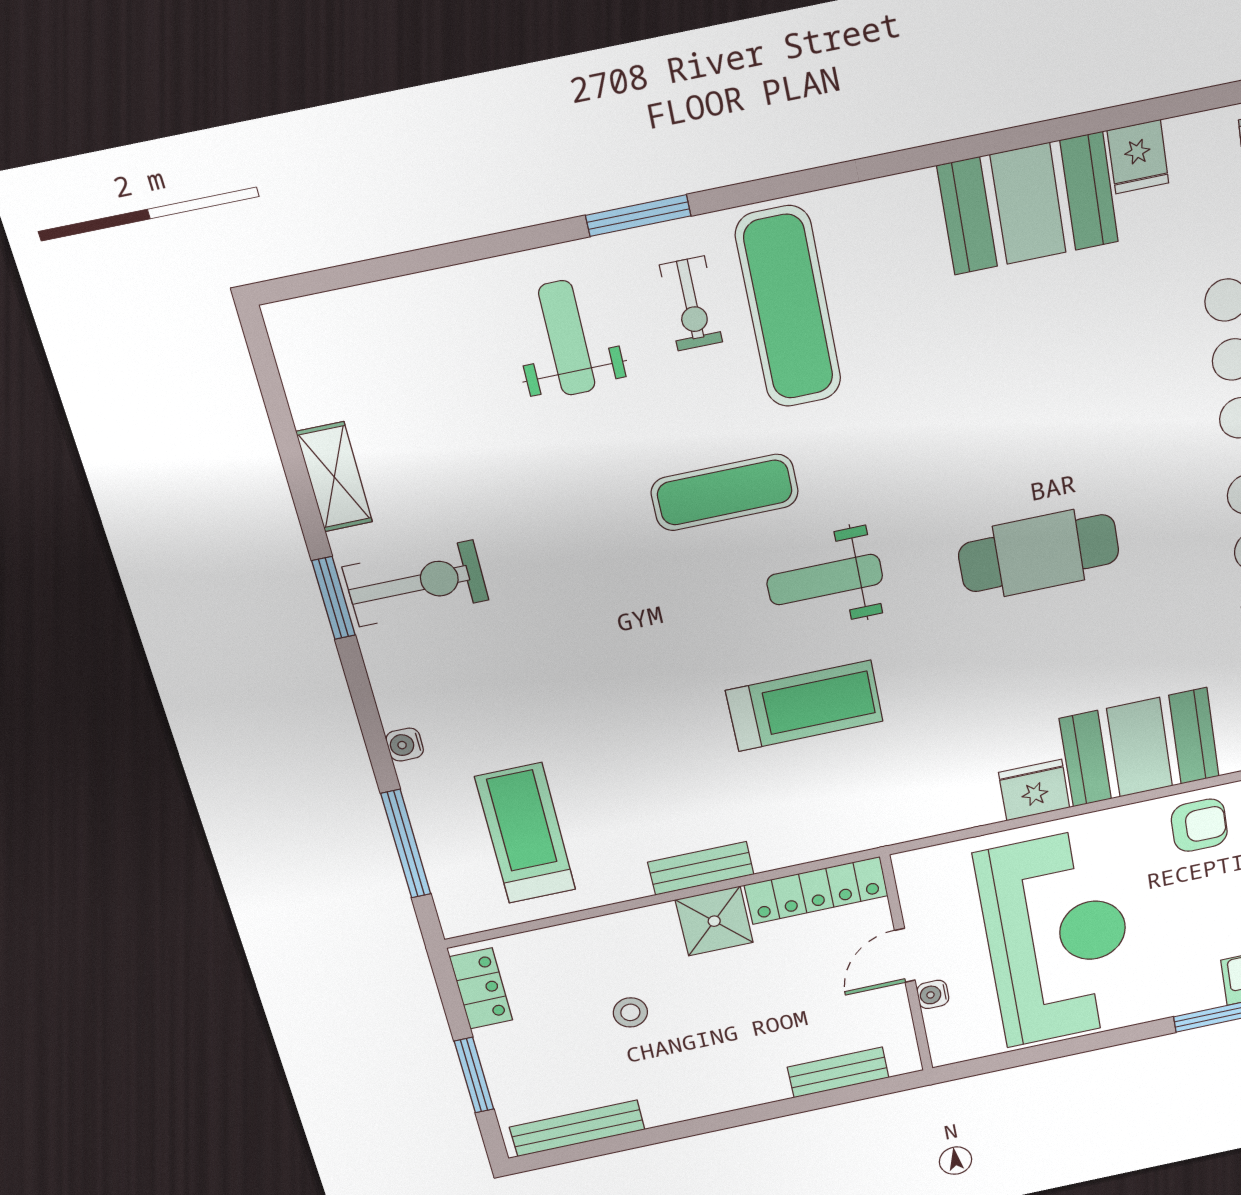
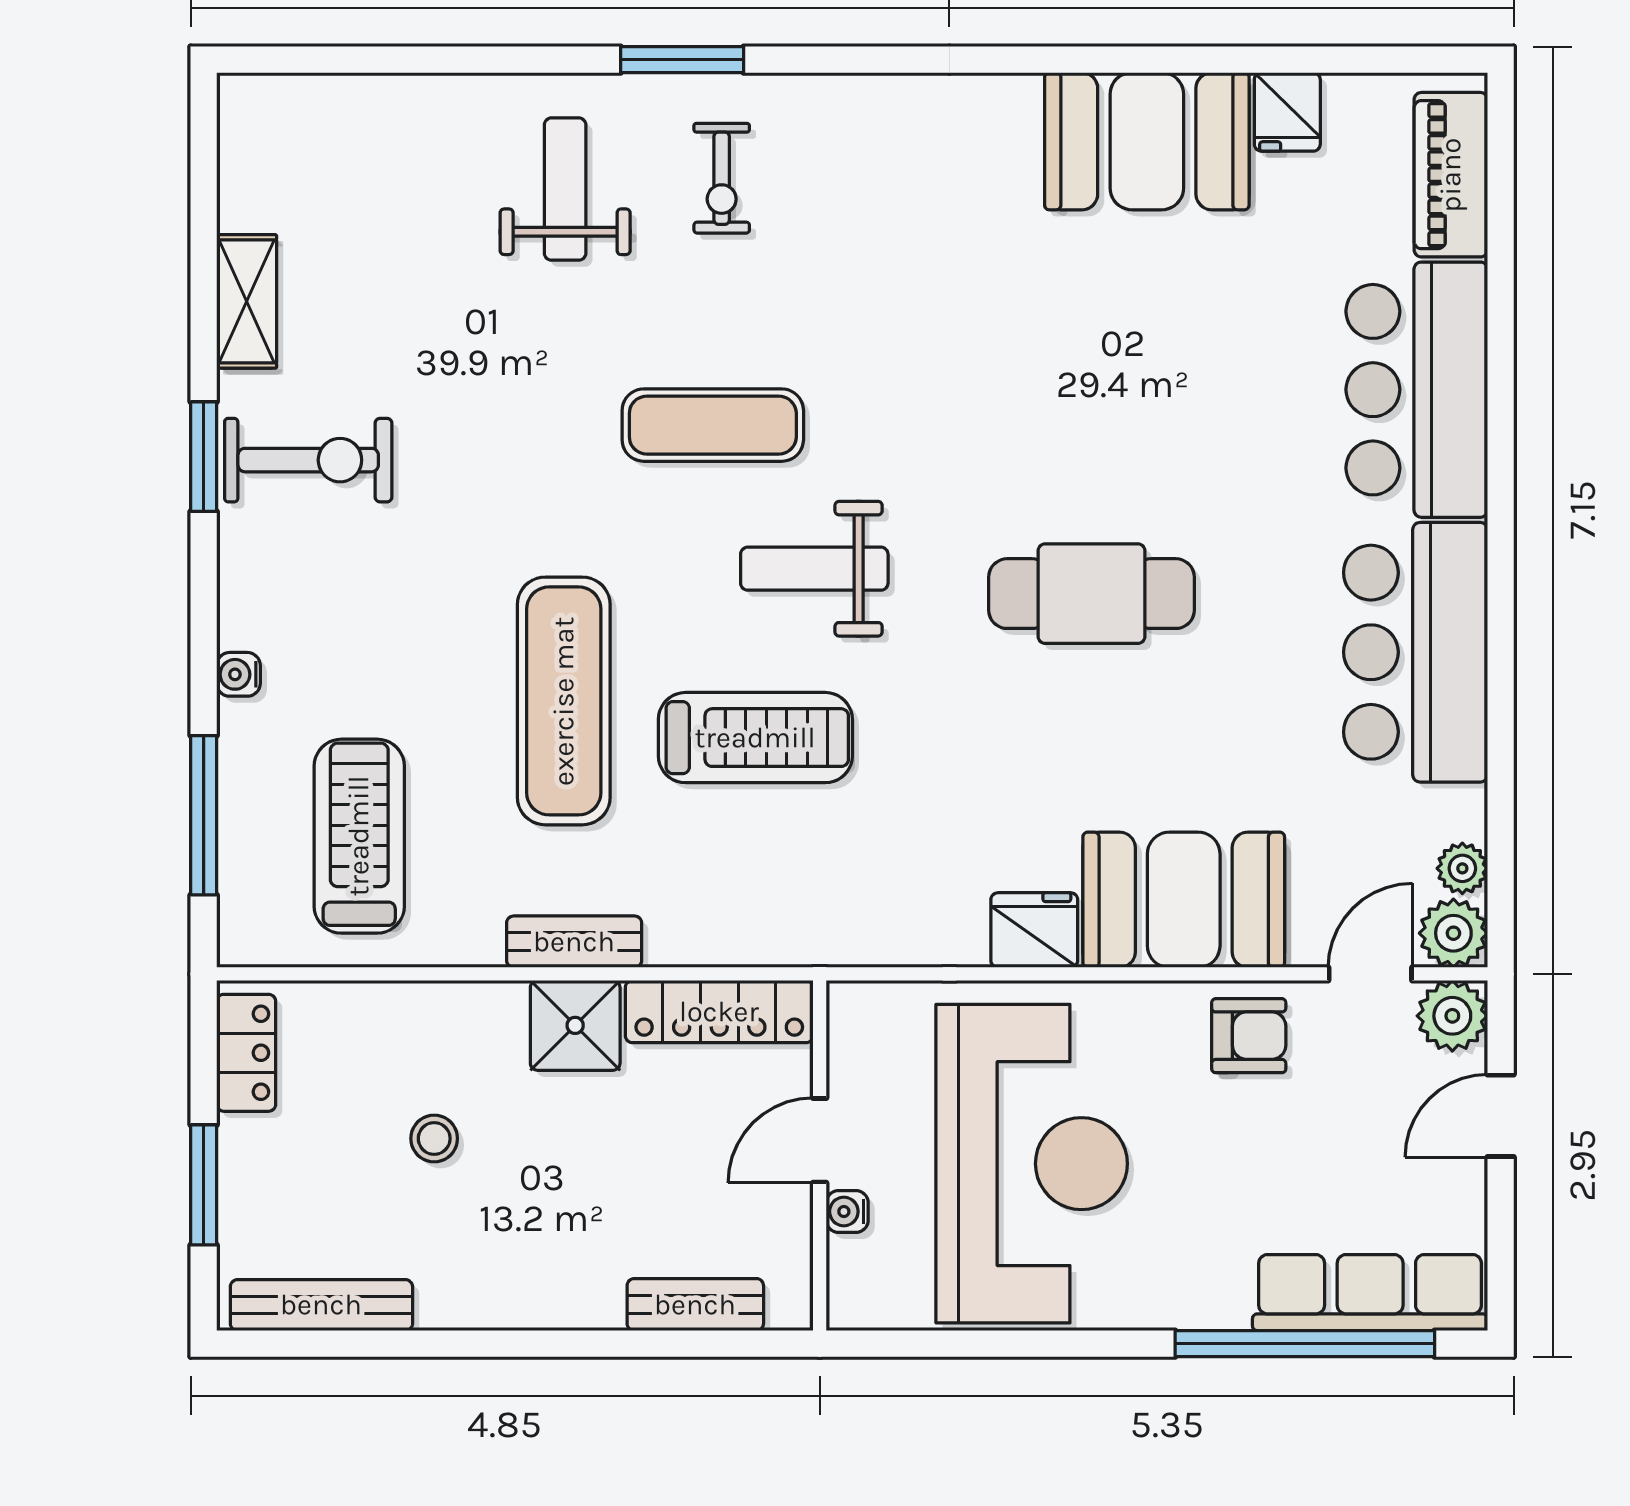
exercise mat: (789, 307) -> (564, 701), moved

